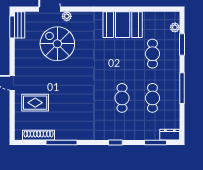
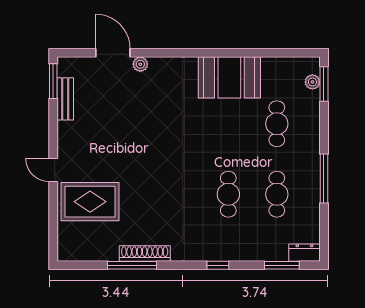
bench: (20, 25) -> (65, 99), moved
spiral stairs: (57, 44) -> (125, 108), removed
window: (182, 45) -> (324, 84), moved
rug: (35, 103) -> (90, 202), width x1.36, depth x1.43
shoe rack: (39, 135) -> (145, 254), moved

